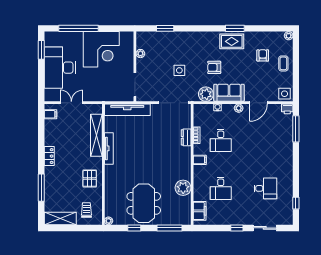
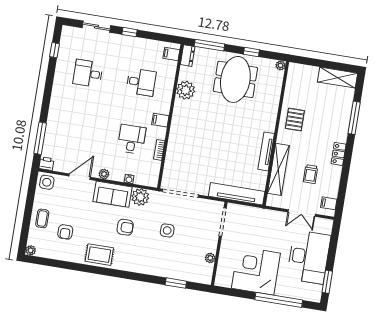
window: (235, 28) -> (93, 269), removed
dresser: (186, 137) -> (188, 56), moved
desk: (221, 188) -> (141, 82), turned 90
trolley: (86, 210) -> (310, 174), moved
filing cabinet: (200, 211) -> (171, 54), width x0.50

